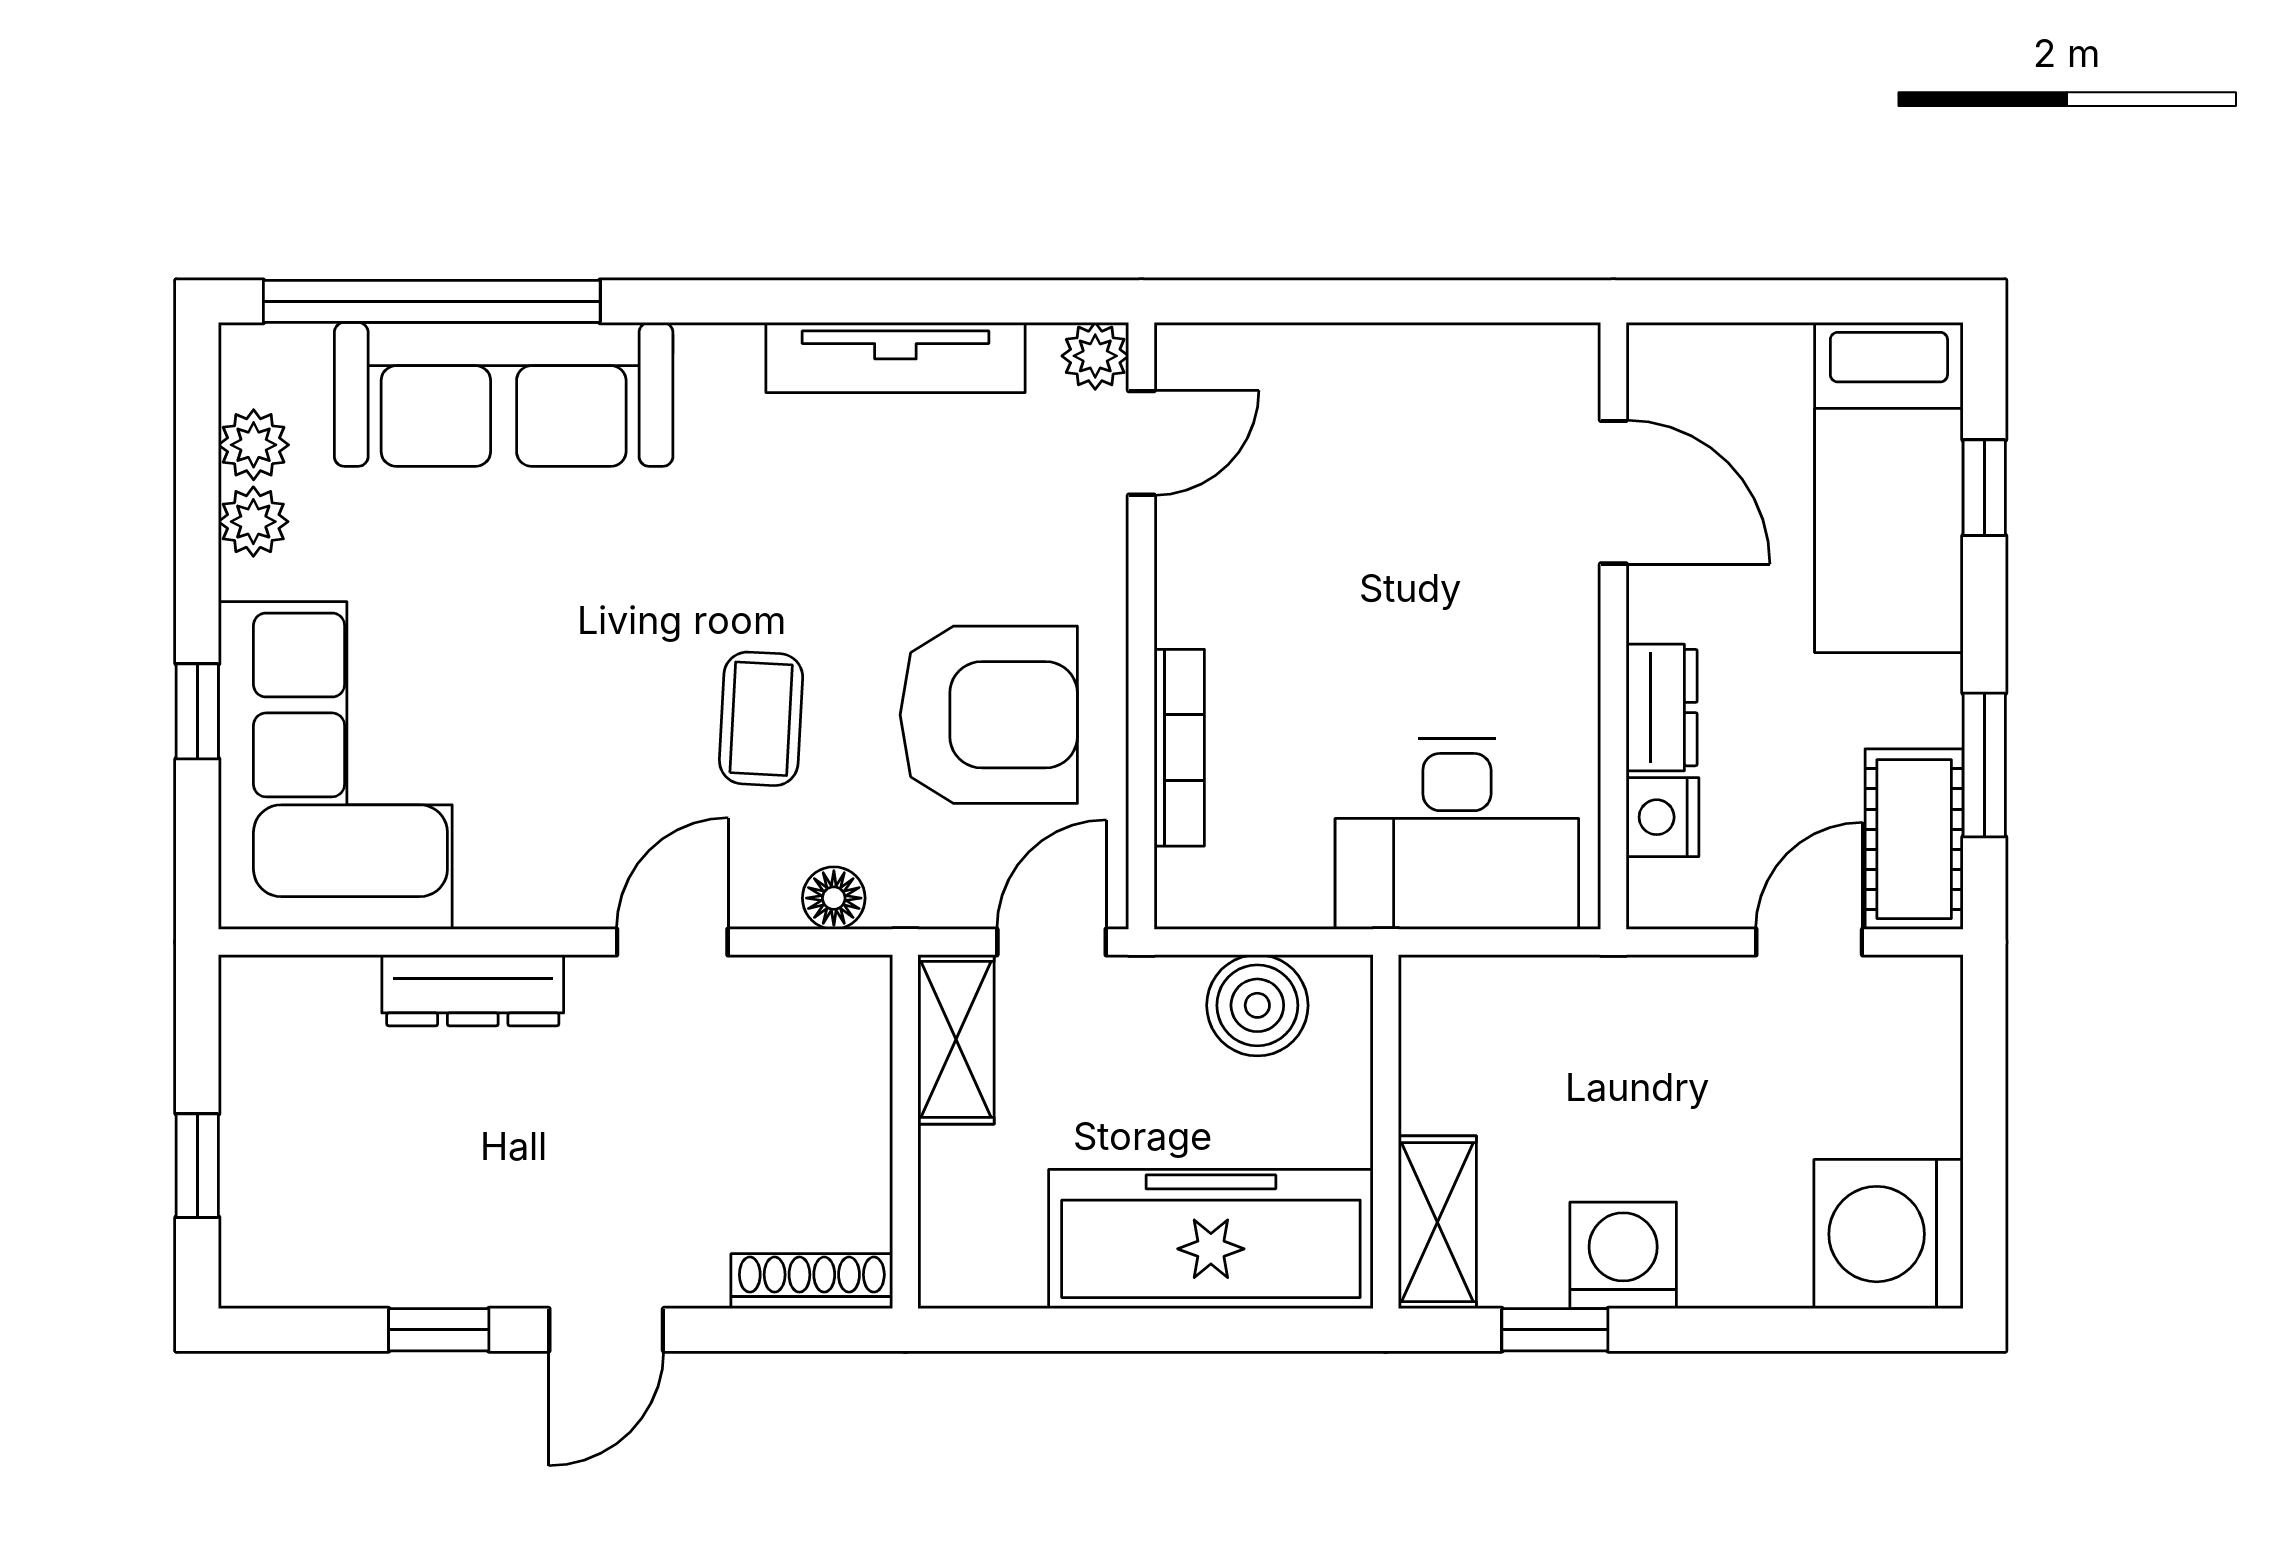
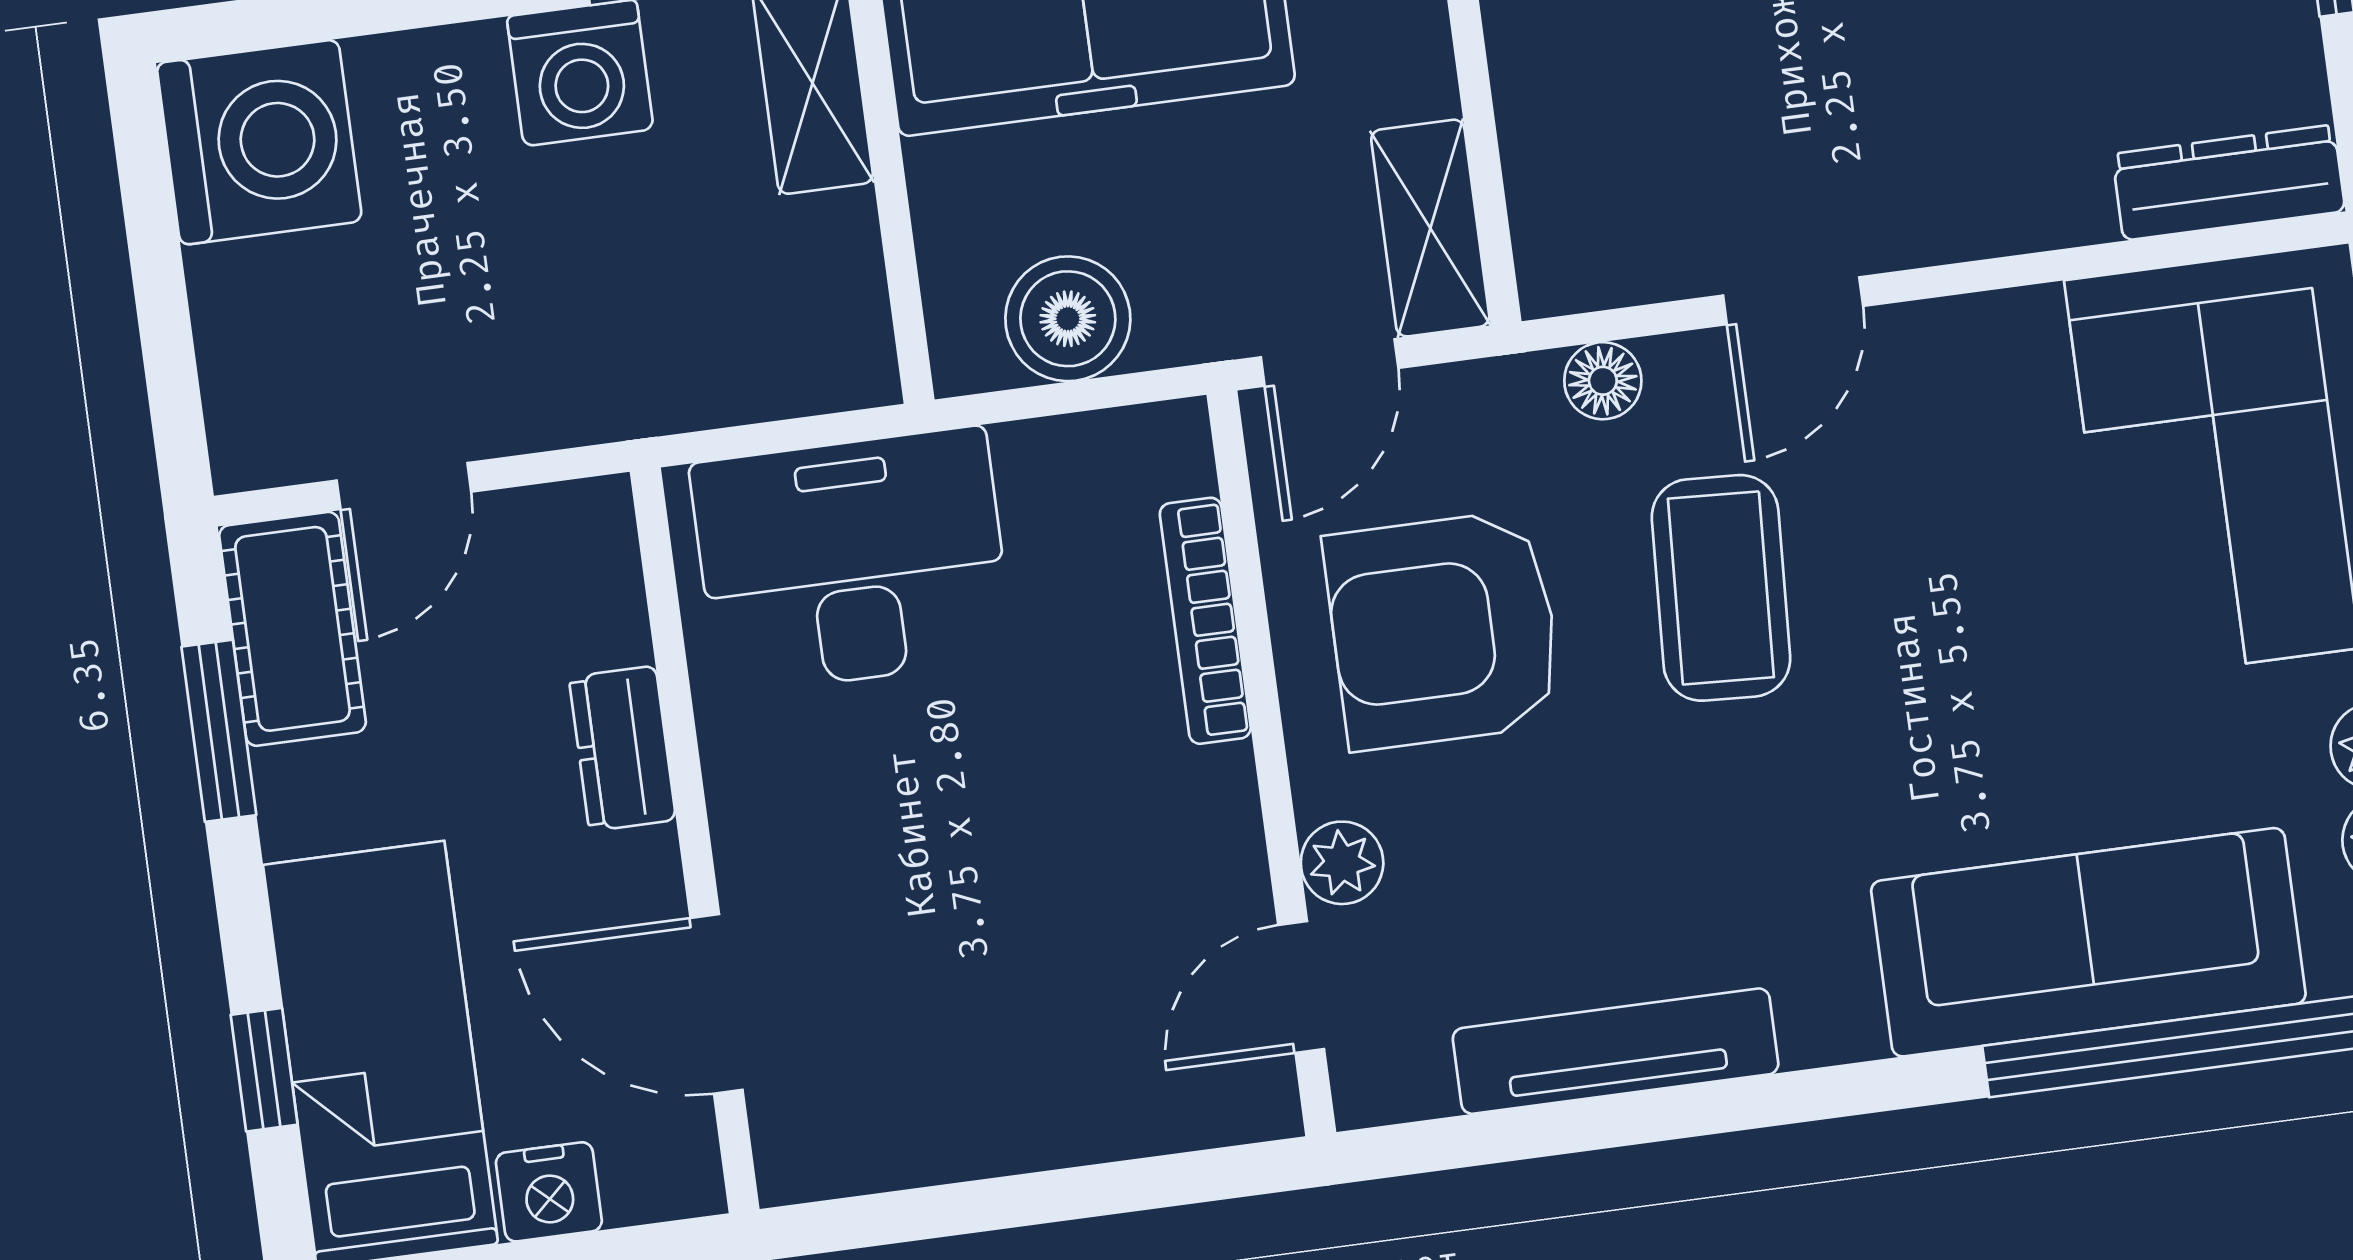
plant: (1095, 356) -> (1342, 863), moved
coffee table: (761, 719) -> (1721, 588), width x1.36, depth x1.30
nightstand: (1662, 817) -> (549, 1192), moved, turned 90
dresser: (473, 990) -> (2229, 183), moved

